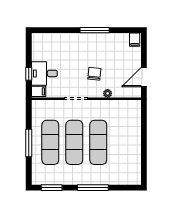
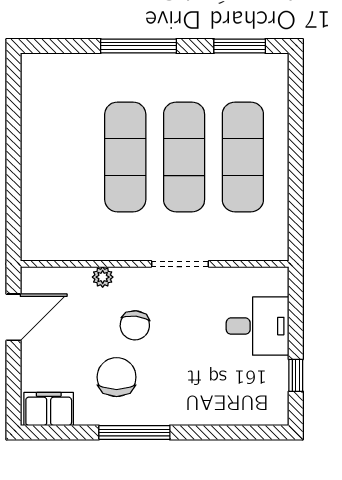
filing cabinet: (135, 40) -> (49, 409), width x2.00
chair: (102, 53) -> (117, 377), added
window: (29, 74) -> (296, 375), moved
filing cabinet: (39, 91) -> (272, 282), removed
window: (29, 143) -> (296, 155), removed

